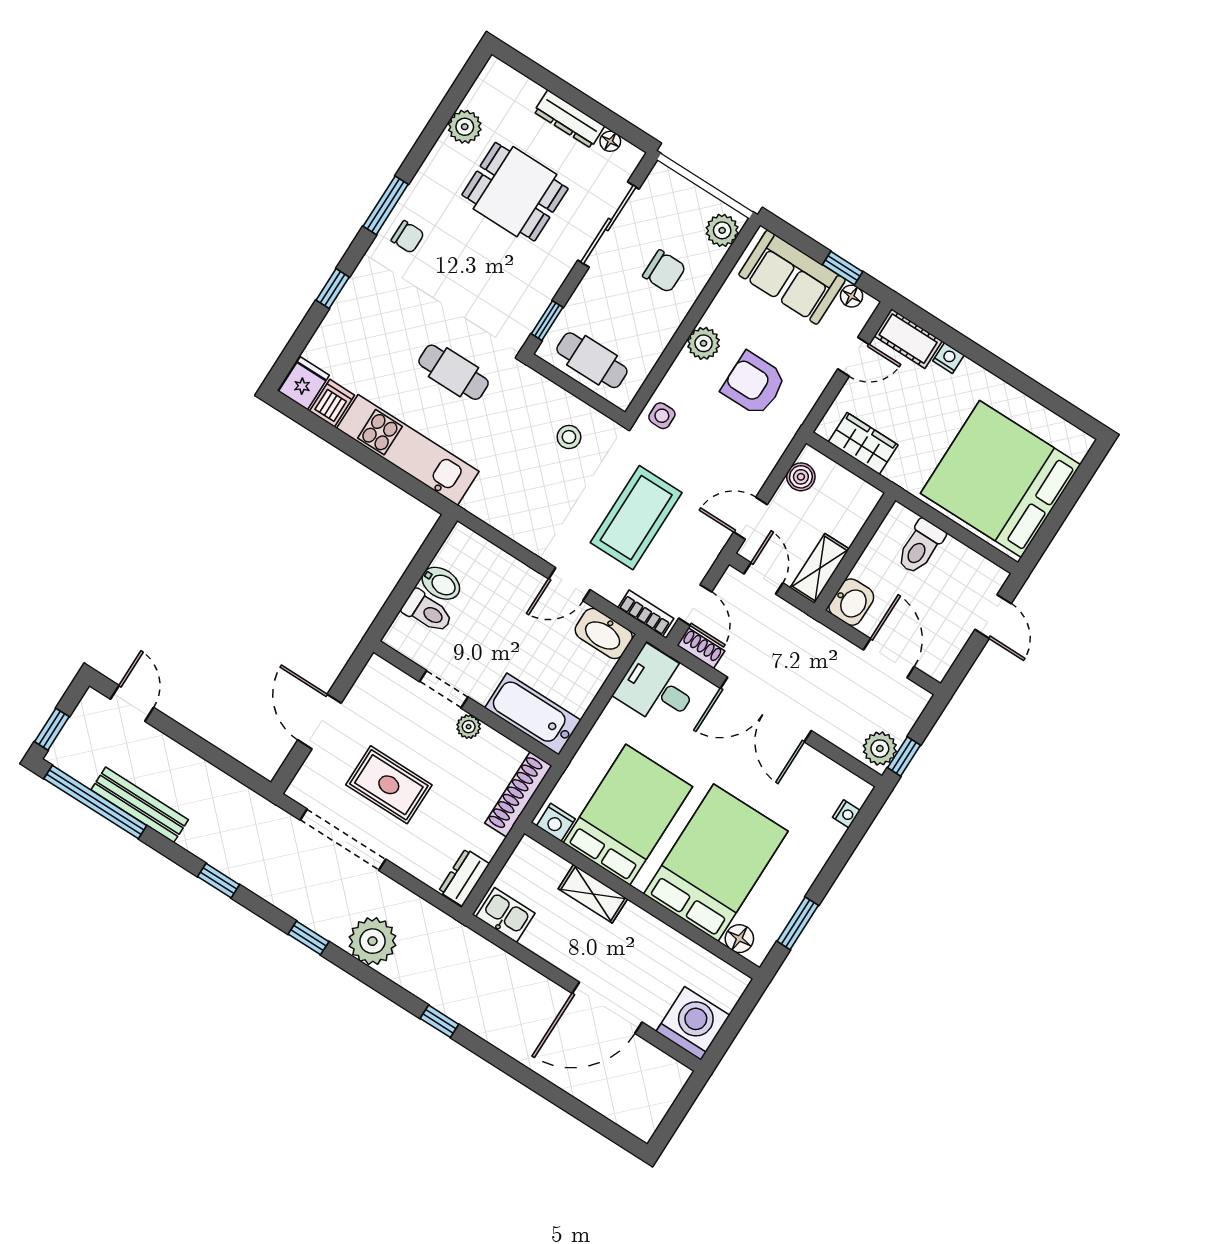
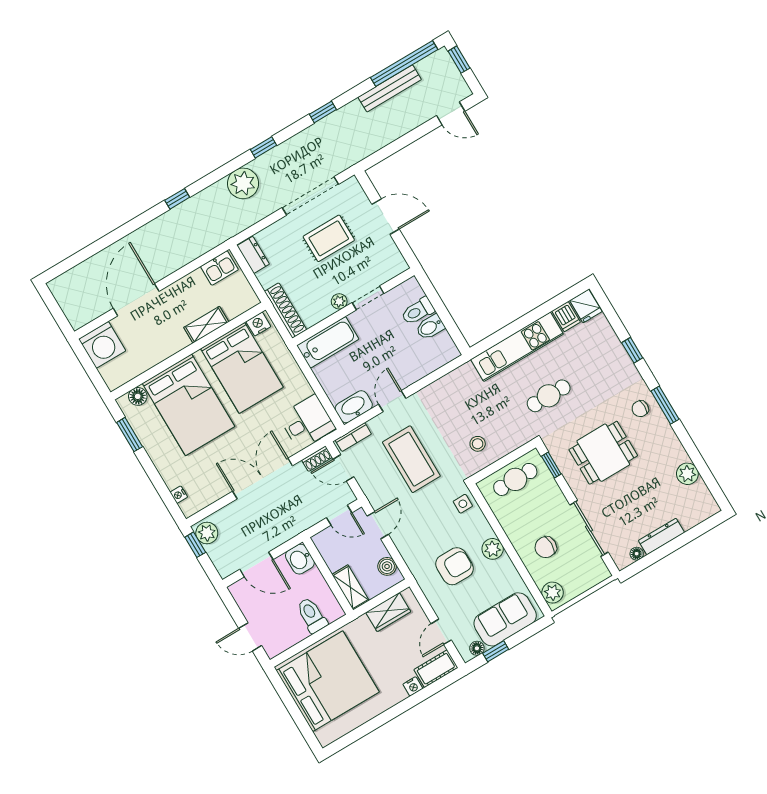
dining table: (515, 192) -> (603, 453), moved
shelving: (820, 568) -> (351, 587), moved

